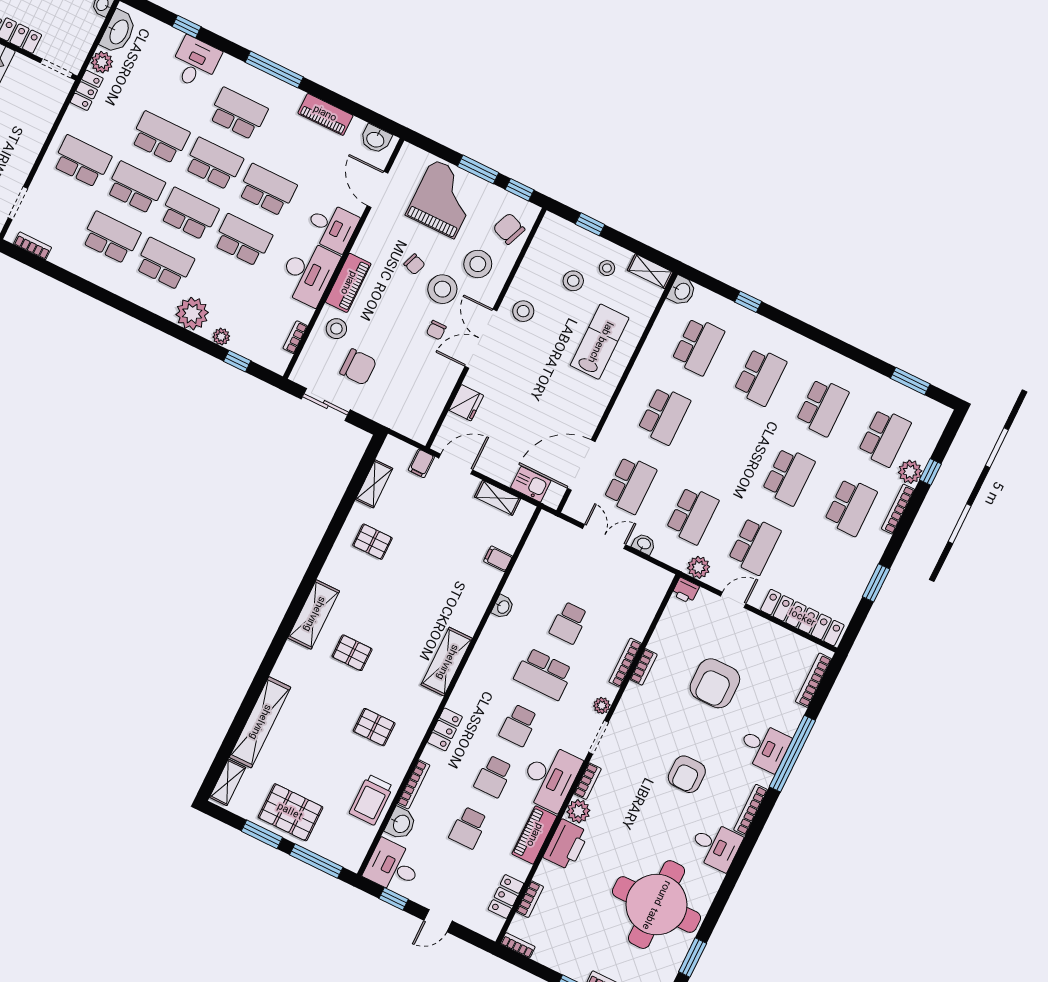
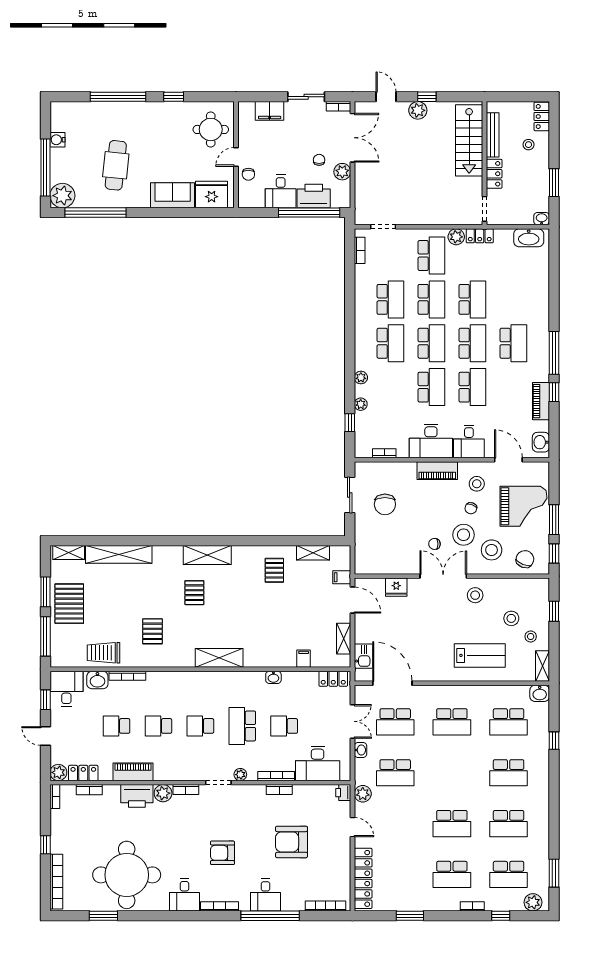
window: (187, 27) -> (554, 392), moved
plant: (102, 62) -> (456, 237), moved
desk: (195, 63) -> (533, 298), removed
door: (378, 189) -> (508, 460), hinge flipped
plant: (192, 314) -> (361, 378), width x0.53, depth x0.53
stool: (336, 329) -> (477, 484), moved
plant: (910, 472) -> (533, 902), moved
bookcase: (898, 509) -> (472, 906), width x0.64
school desk: (754, 546) -> (395, 824), removed
locker: (445, 729) -> (333, 679), moved
desk: (550, 777) -> (318, 763), moved
plant: (490, 927) -> (58, 772), added

